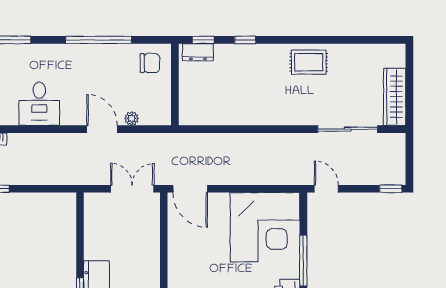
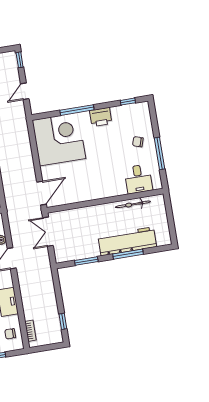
door: (326, 189) -> (25, 91), moved
window: (80, 238) -> (86, 261), added

